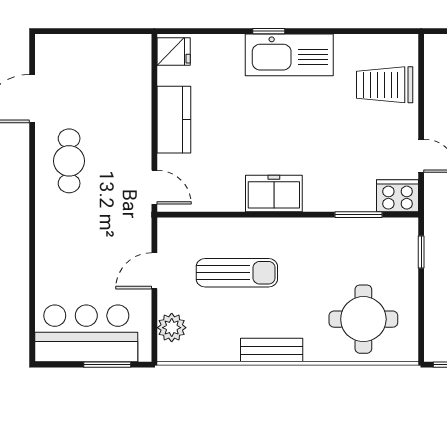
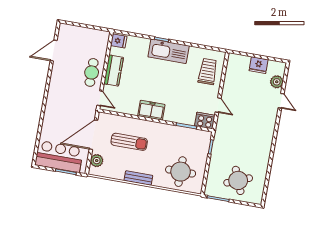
trolley: (385, 85) -> (208, 72), turned 90
cafe table: (69, 161) -> (92, 72), moved
door: (154, 271) -> (94, 135), width x1.88

